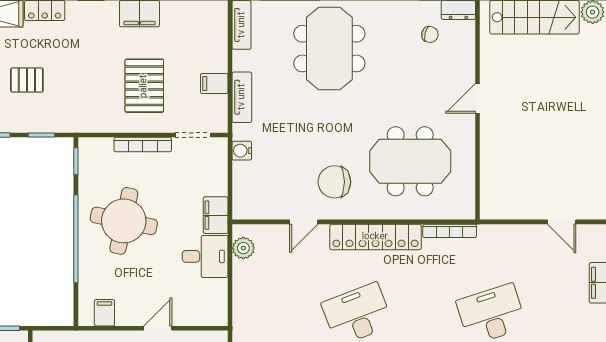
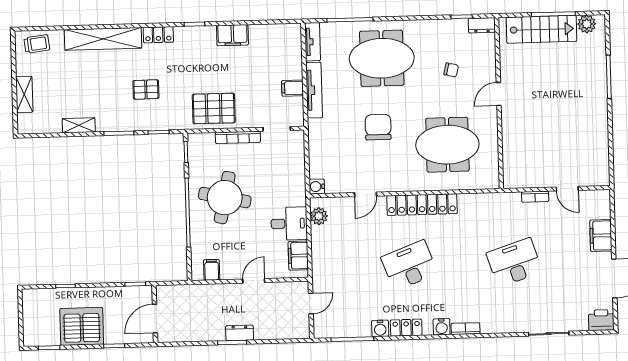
chair: (430, 34) -> (451, 70), moved
meeting table: (329, 49) -> (382, 58), turned 90
pallet: (144, 86) -> (214, 108), moved, turned 90
tv unit: (242, 97) -> (314, 90), width x1.41
water cooler: (242, 151) -> (317, 186), moved
chair: (334, 182) -> (378, 127), moved, turned 90
filing cabinet: (216, 215) -> (298, 256), moved
bookcase: (450, 231) -> (535, 197), moved, width x0.64

